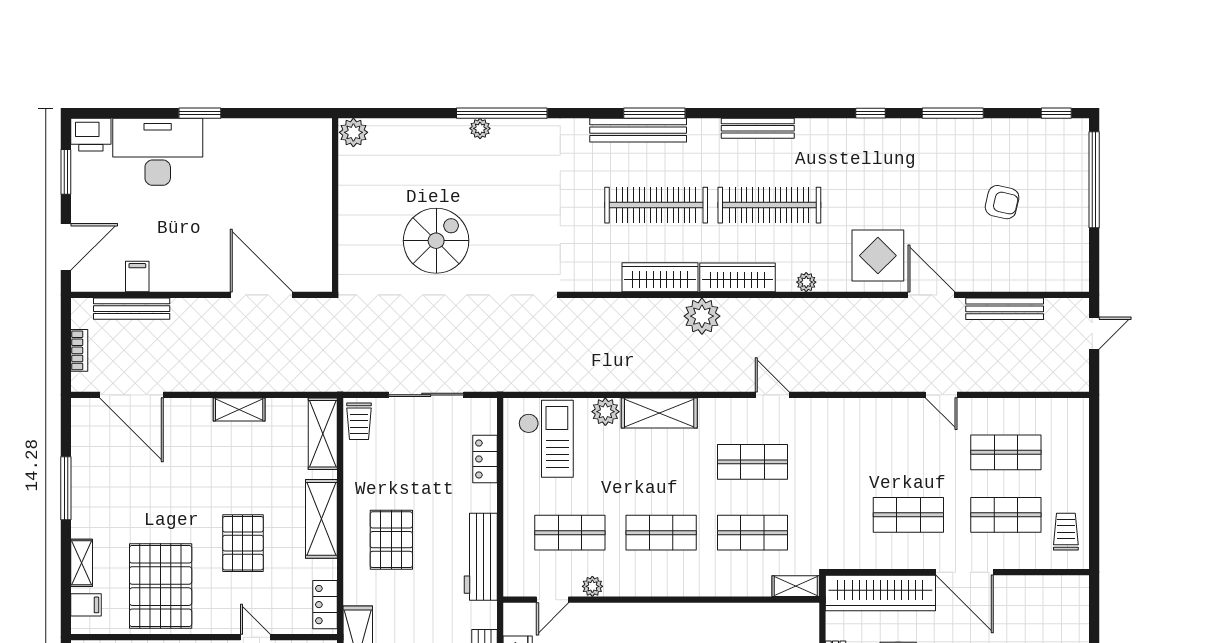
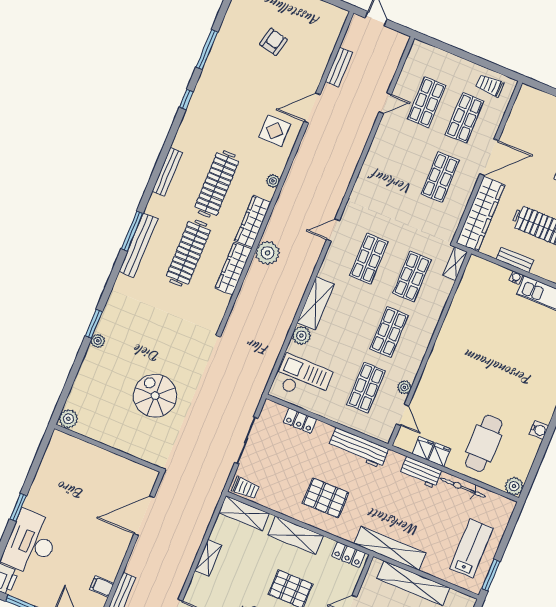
window: (502, 113) -> (94, 324), width x0.47
display table: (878, 256) -> (275, 131), width x0.73, depth x0.73
bench: (1005, 309) -> (339, 67), width x0.73
door: (941, 395) -> (385, 103), moved

